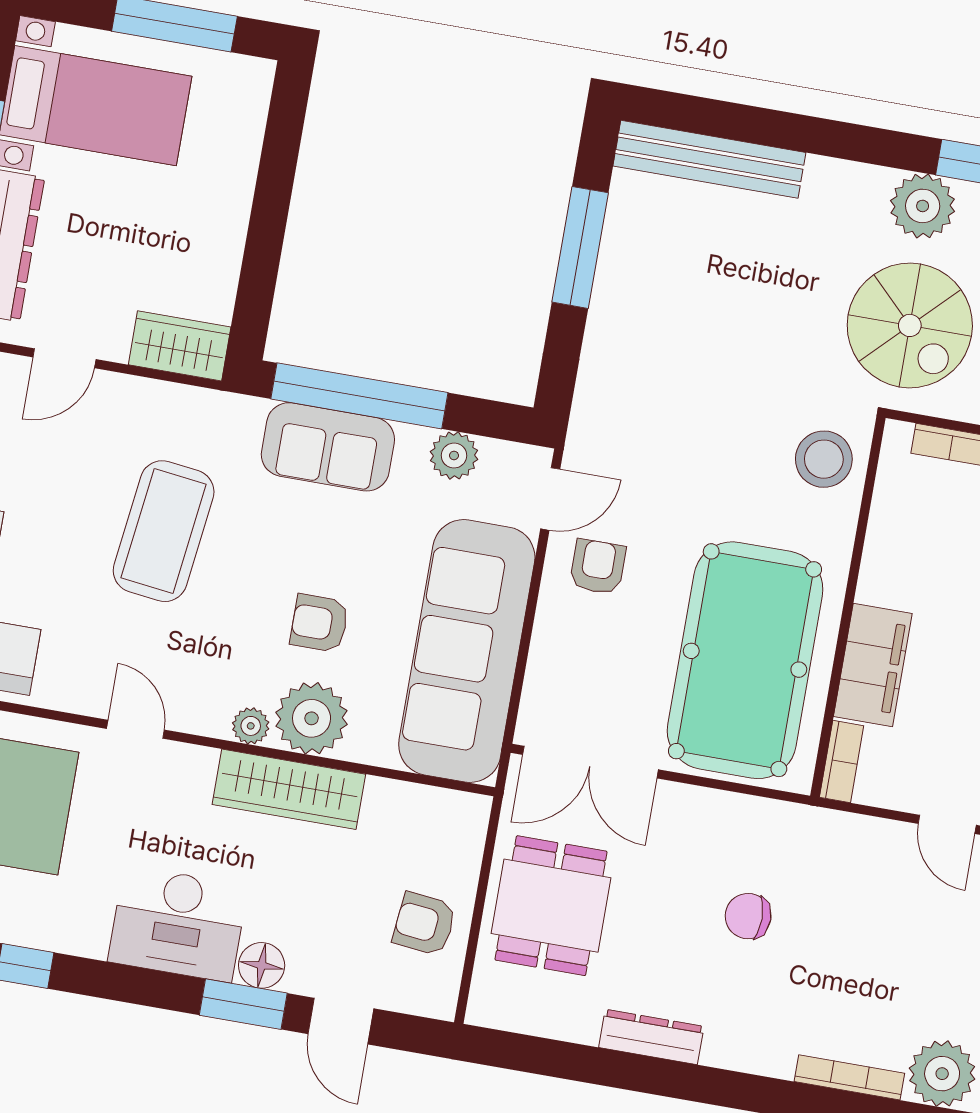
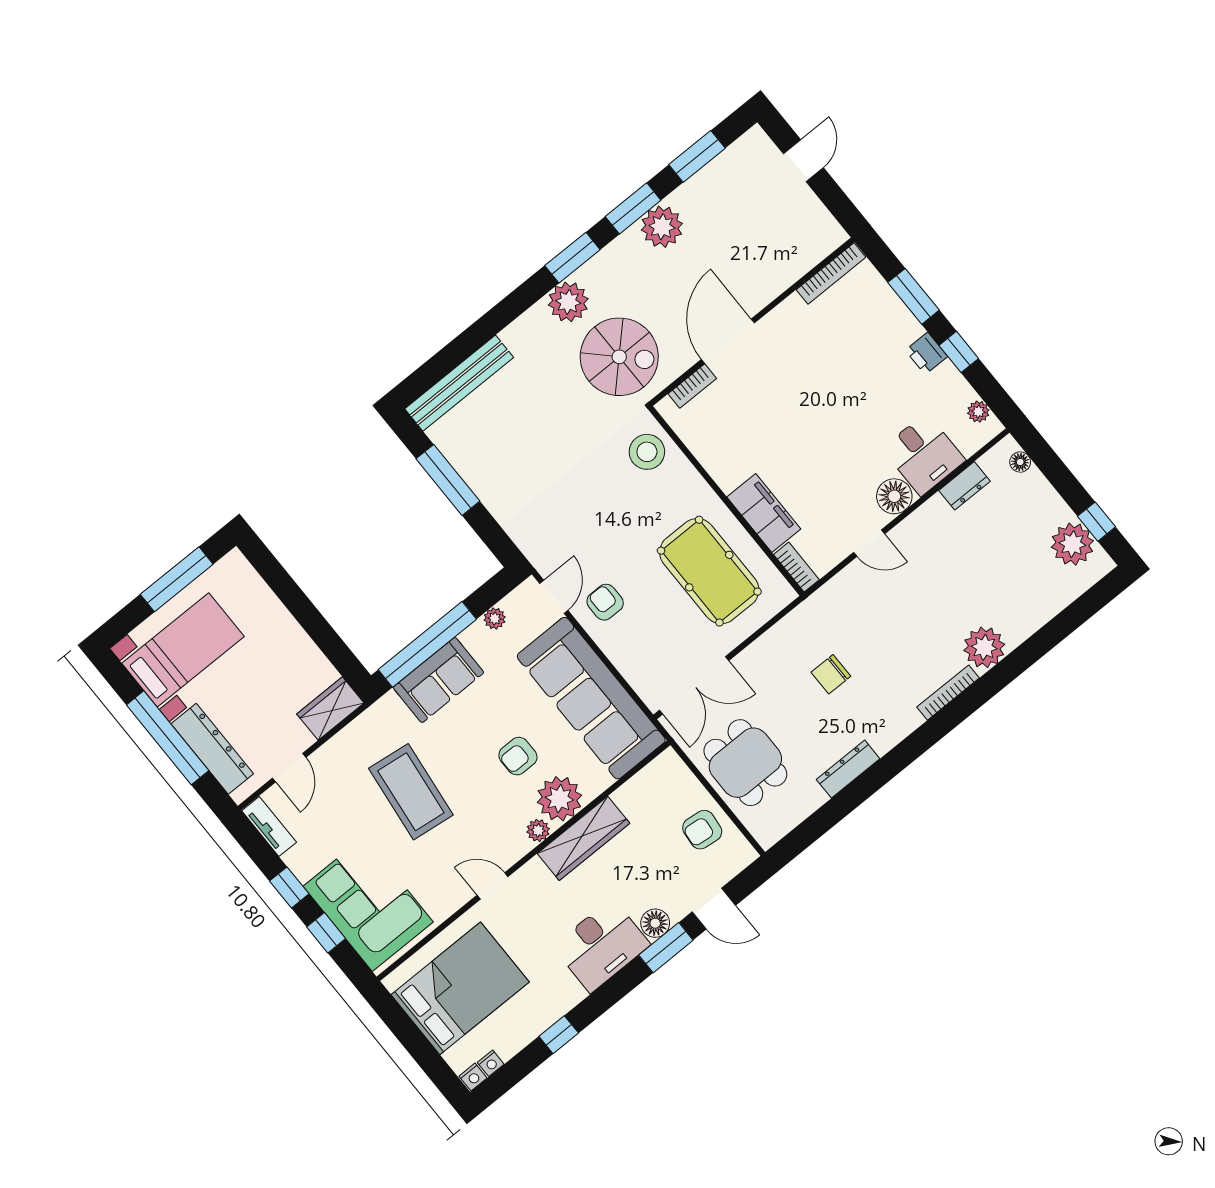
plant: (454, 456) -> (495, 618), width x0.73, depth x0.73
pool table: (745, 660) -> (709, 571), width x0.73, depth x0.76

